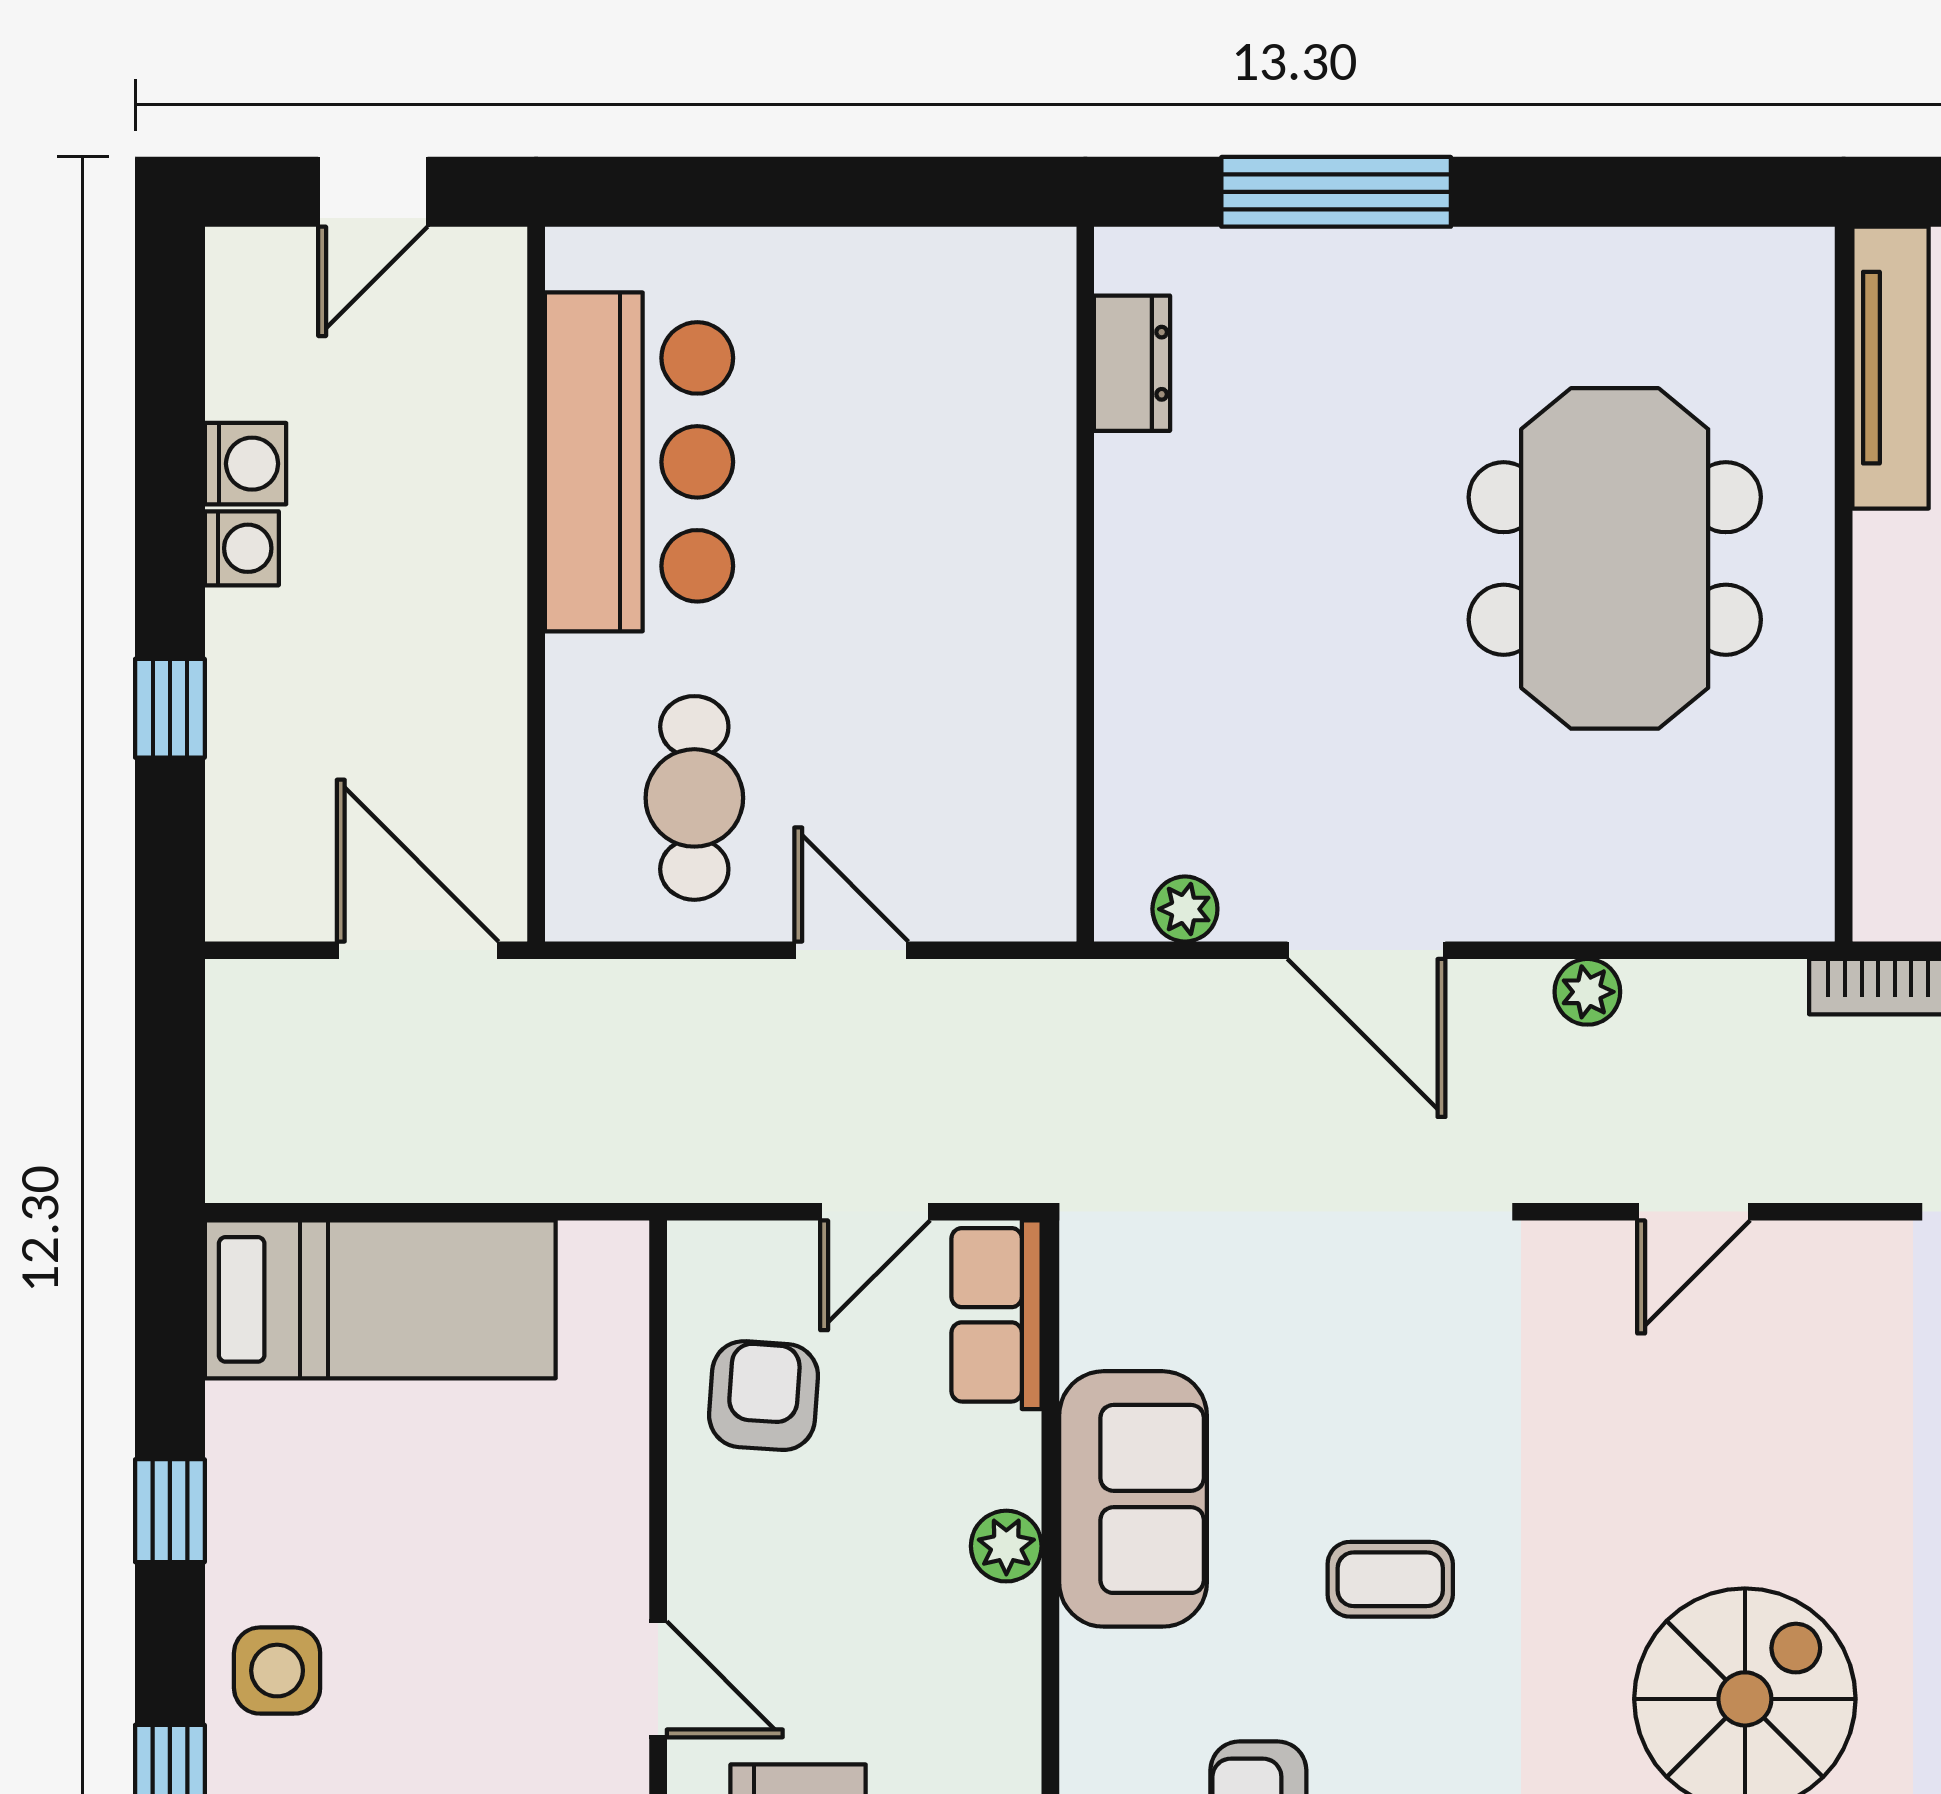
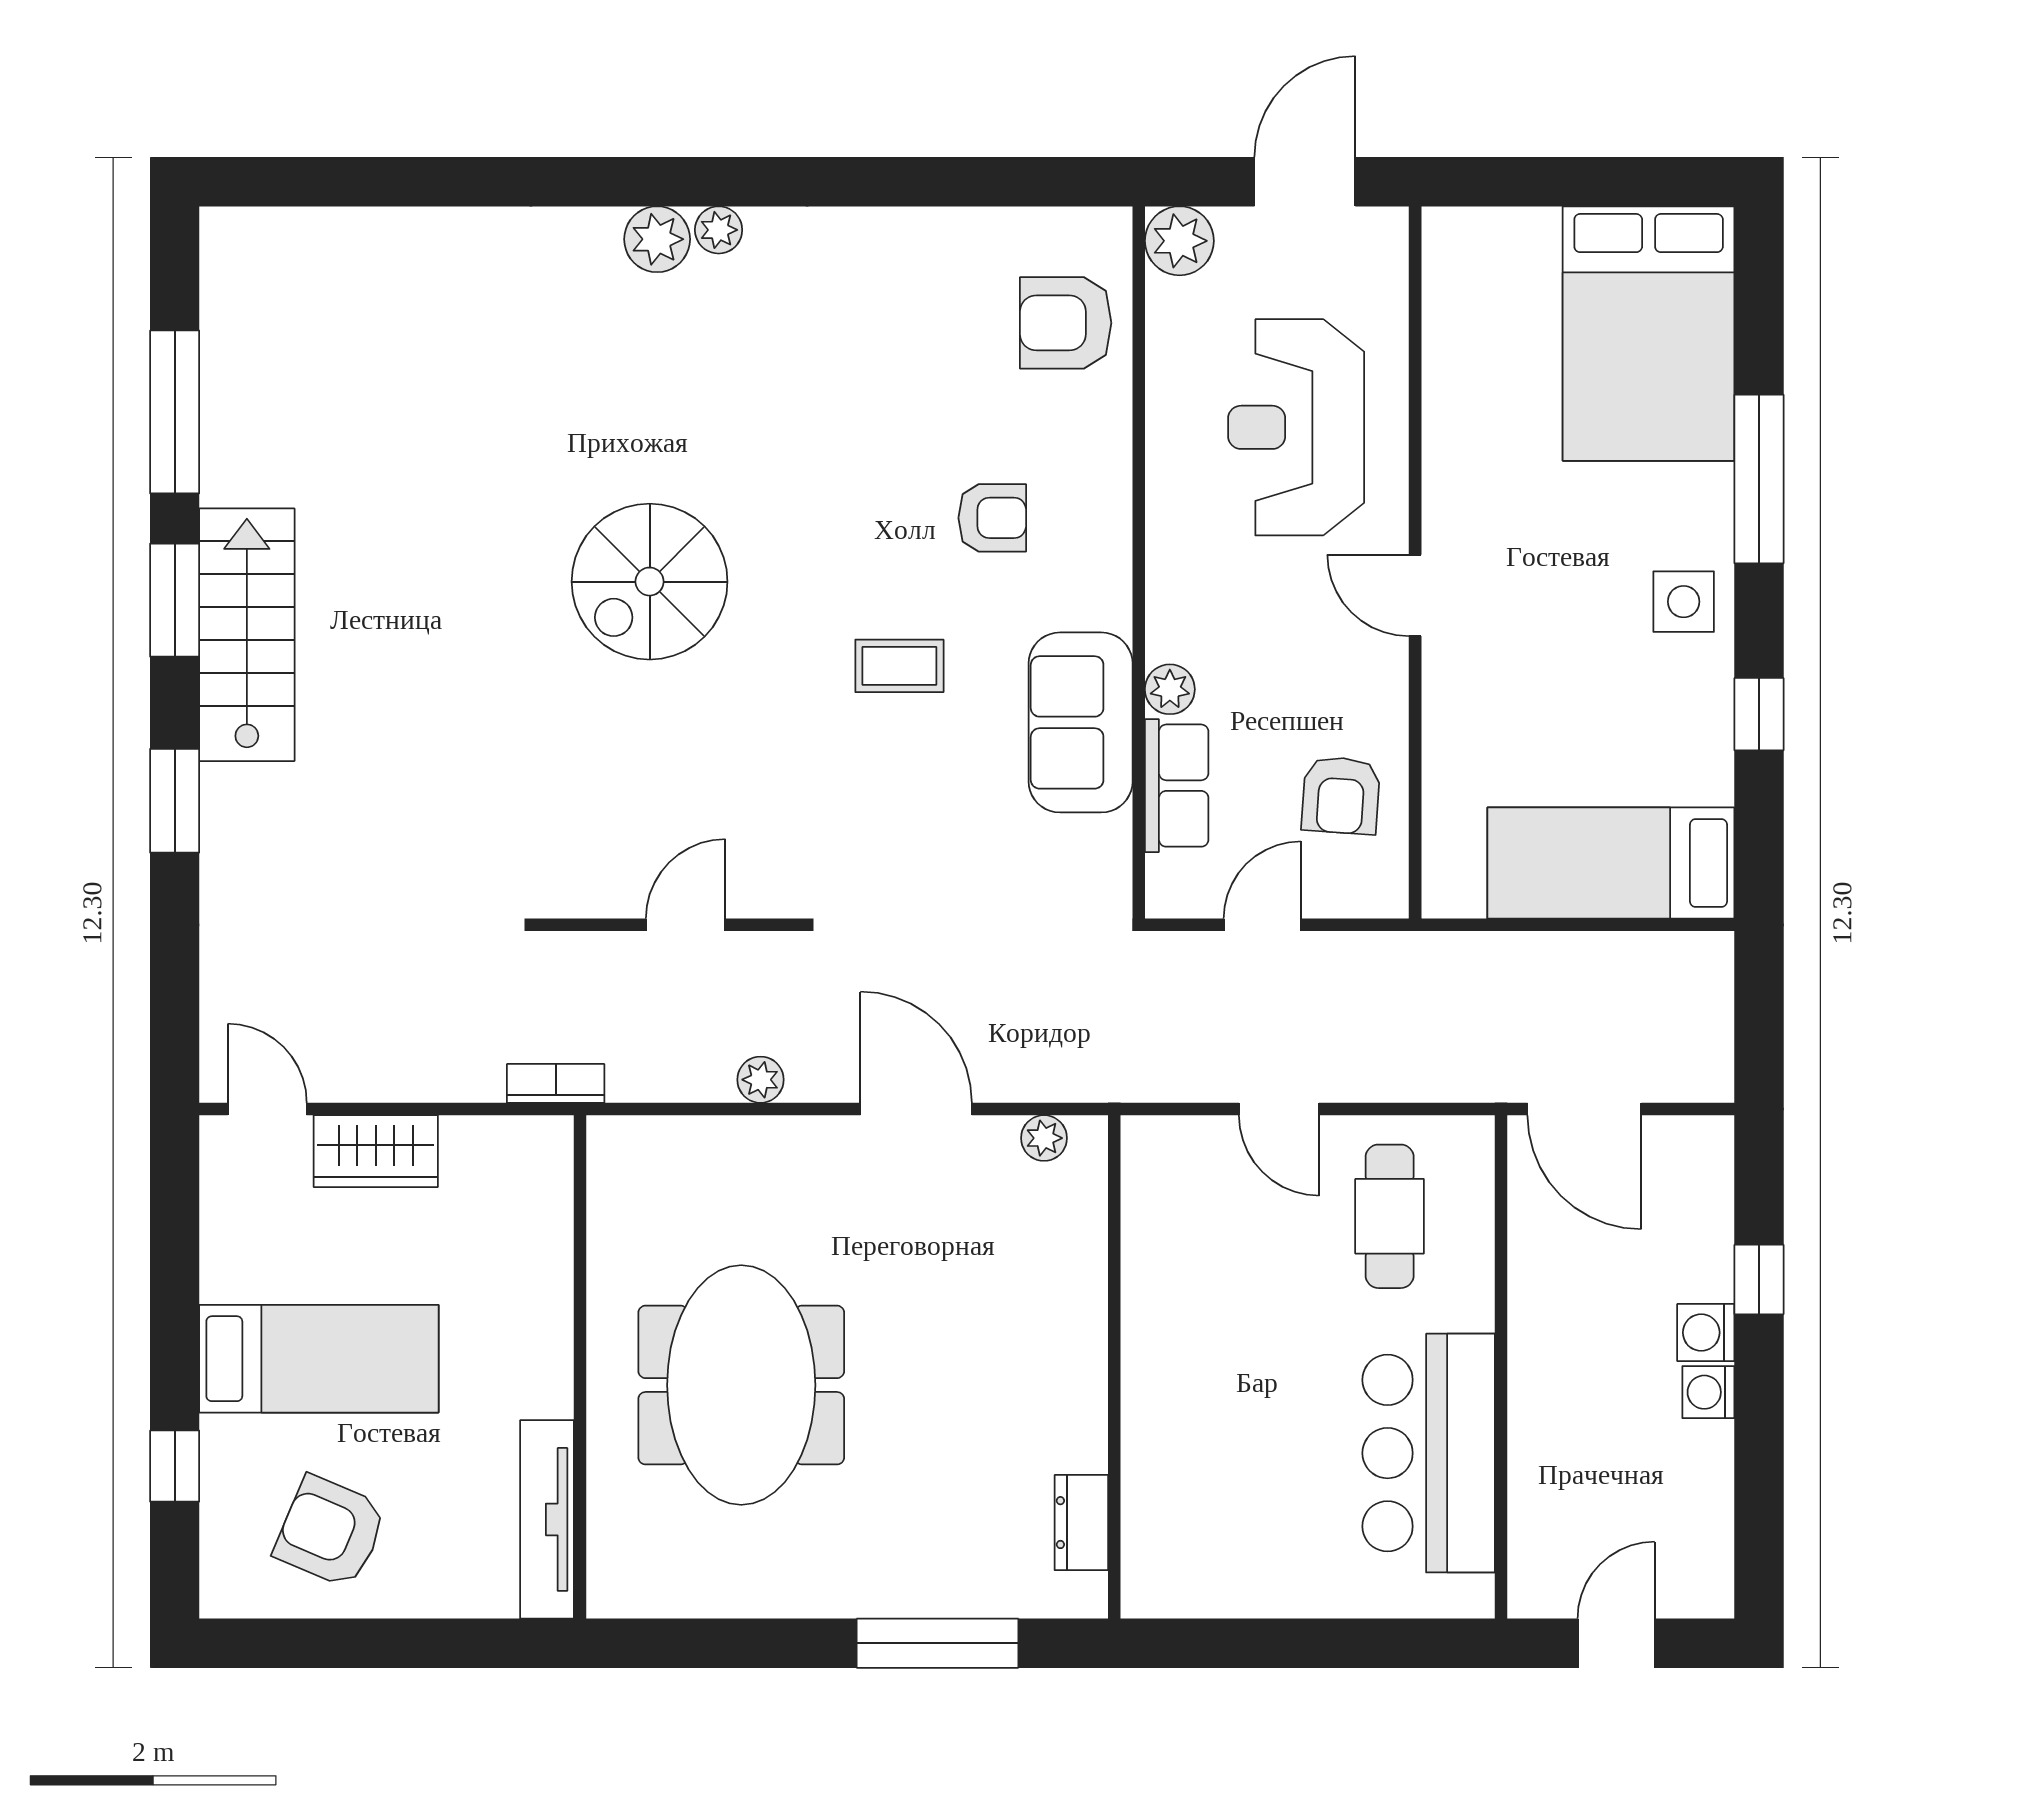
washing machine: (246, 464) -> (1706, 1333), moved
row of seats: (997, 1315) -> (1177, 786), moved

